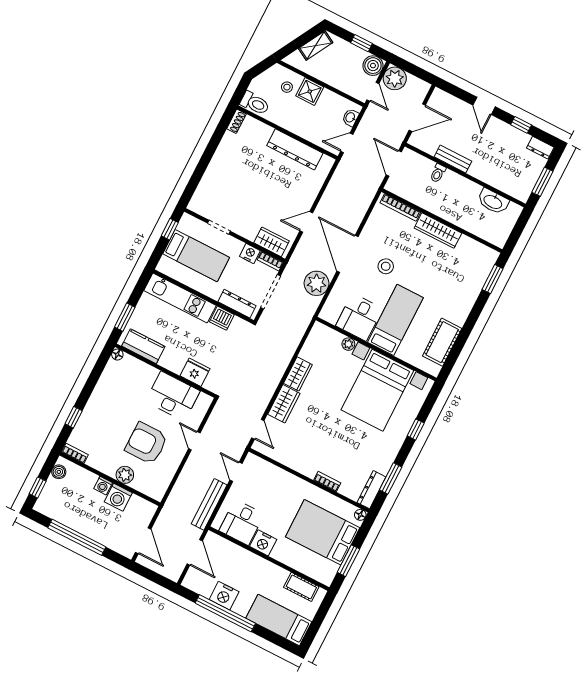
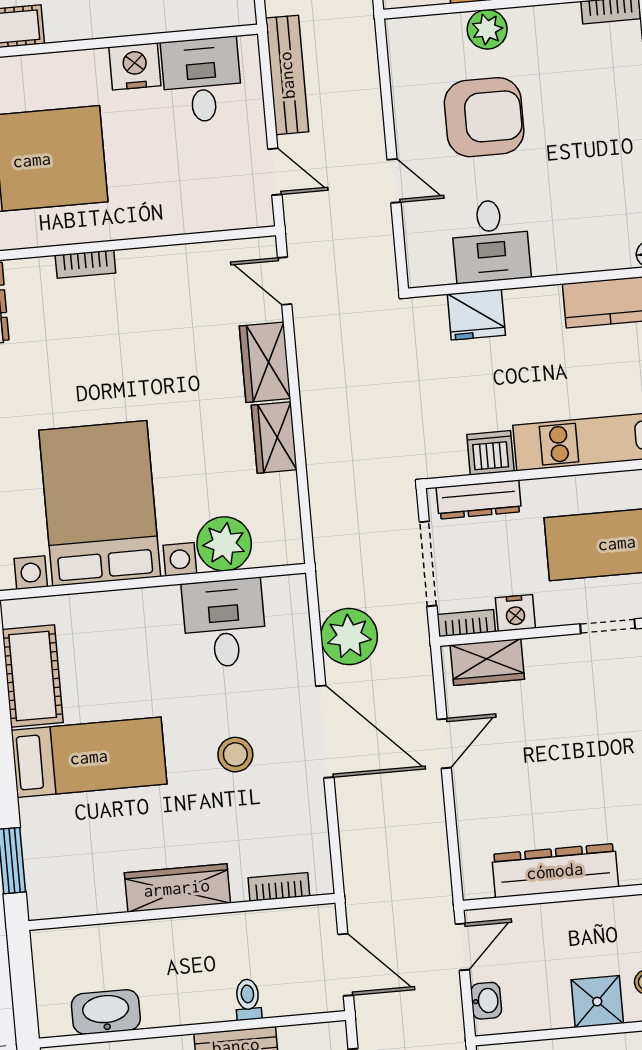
bookcase: (400, 207) -> (279, 887), width x0.64
bed: (395, 320) -> (89, 757), moved, turned -90
plant: (348, 344) -> (224, 544), width x1.87, depth x1.87
desk: (173, 396) -> (491, 241), width x0.73

